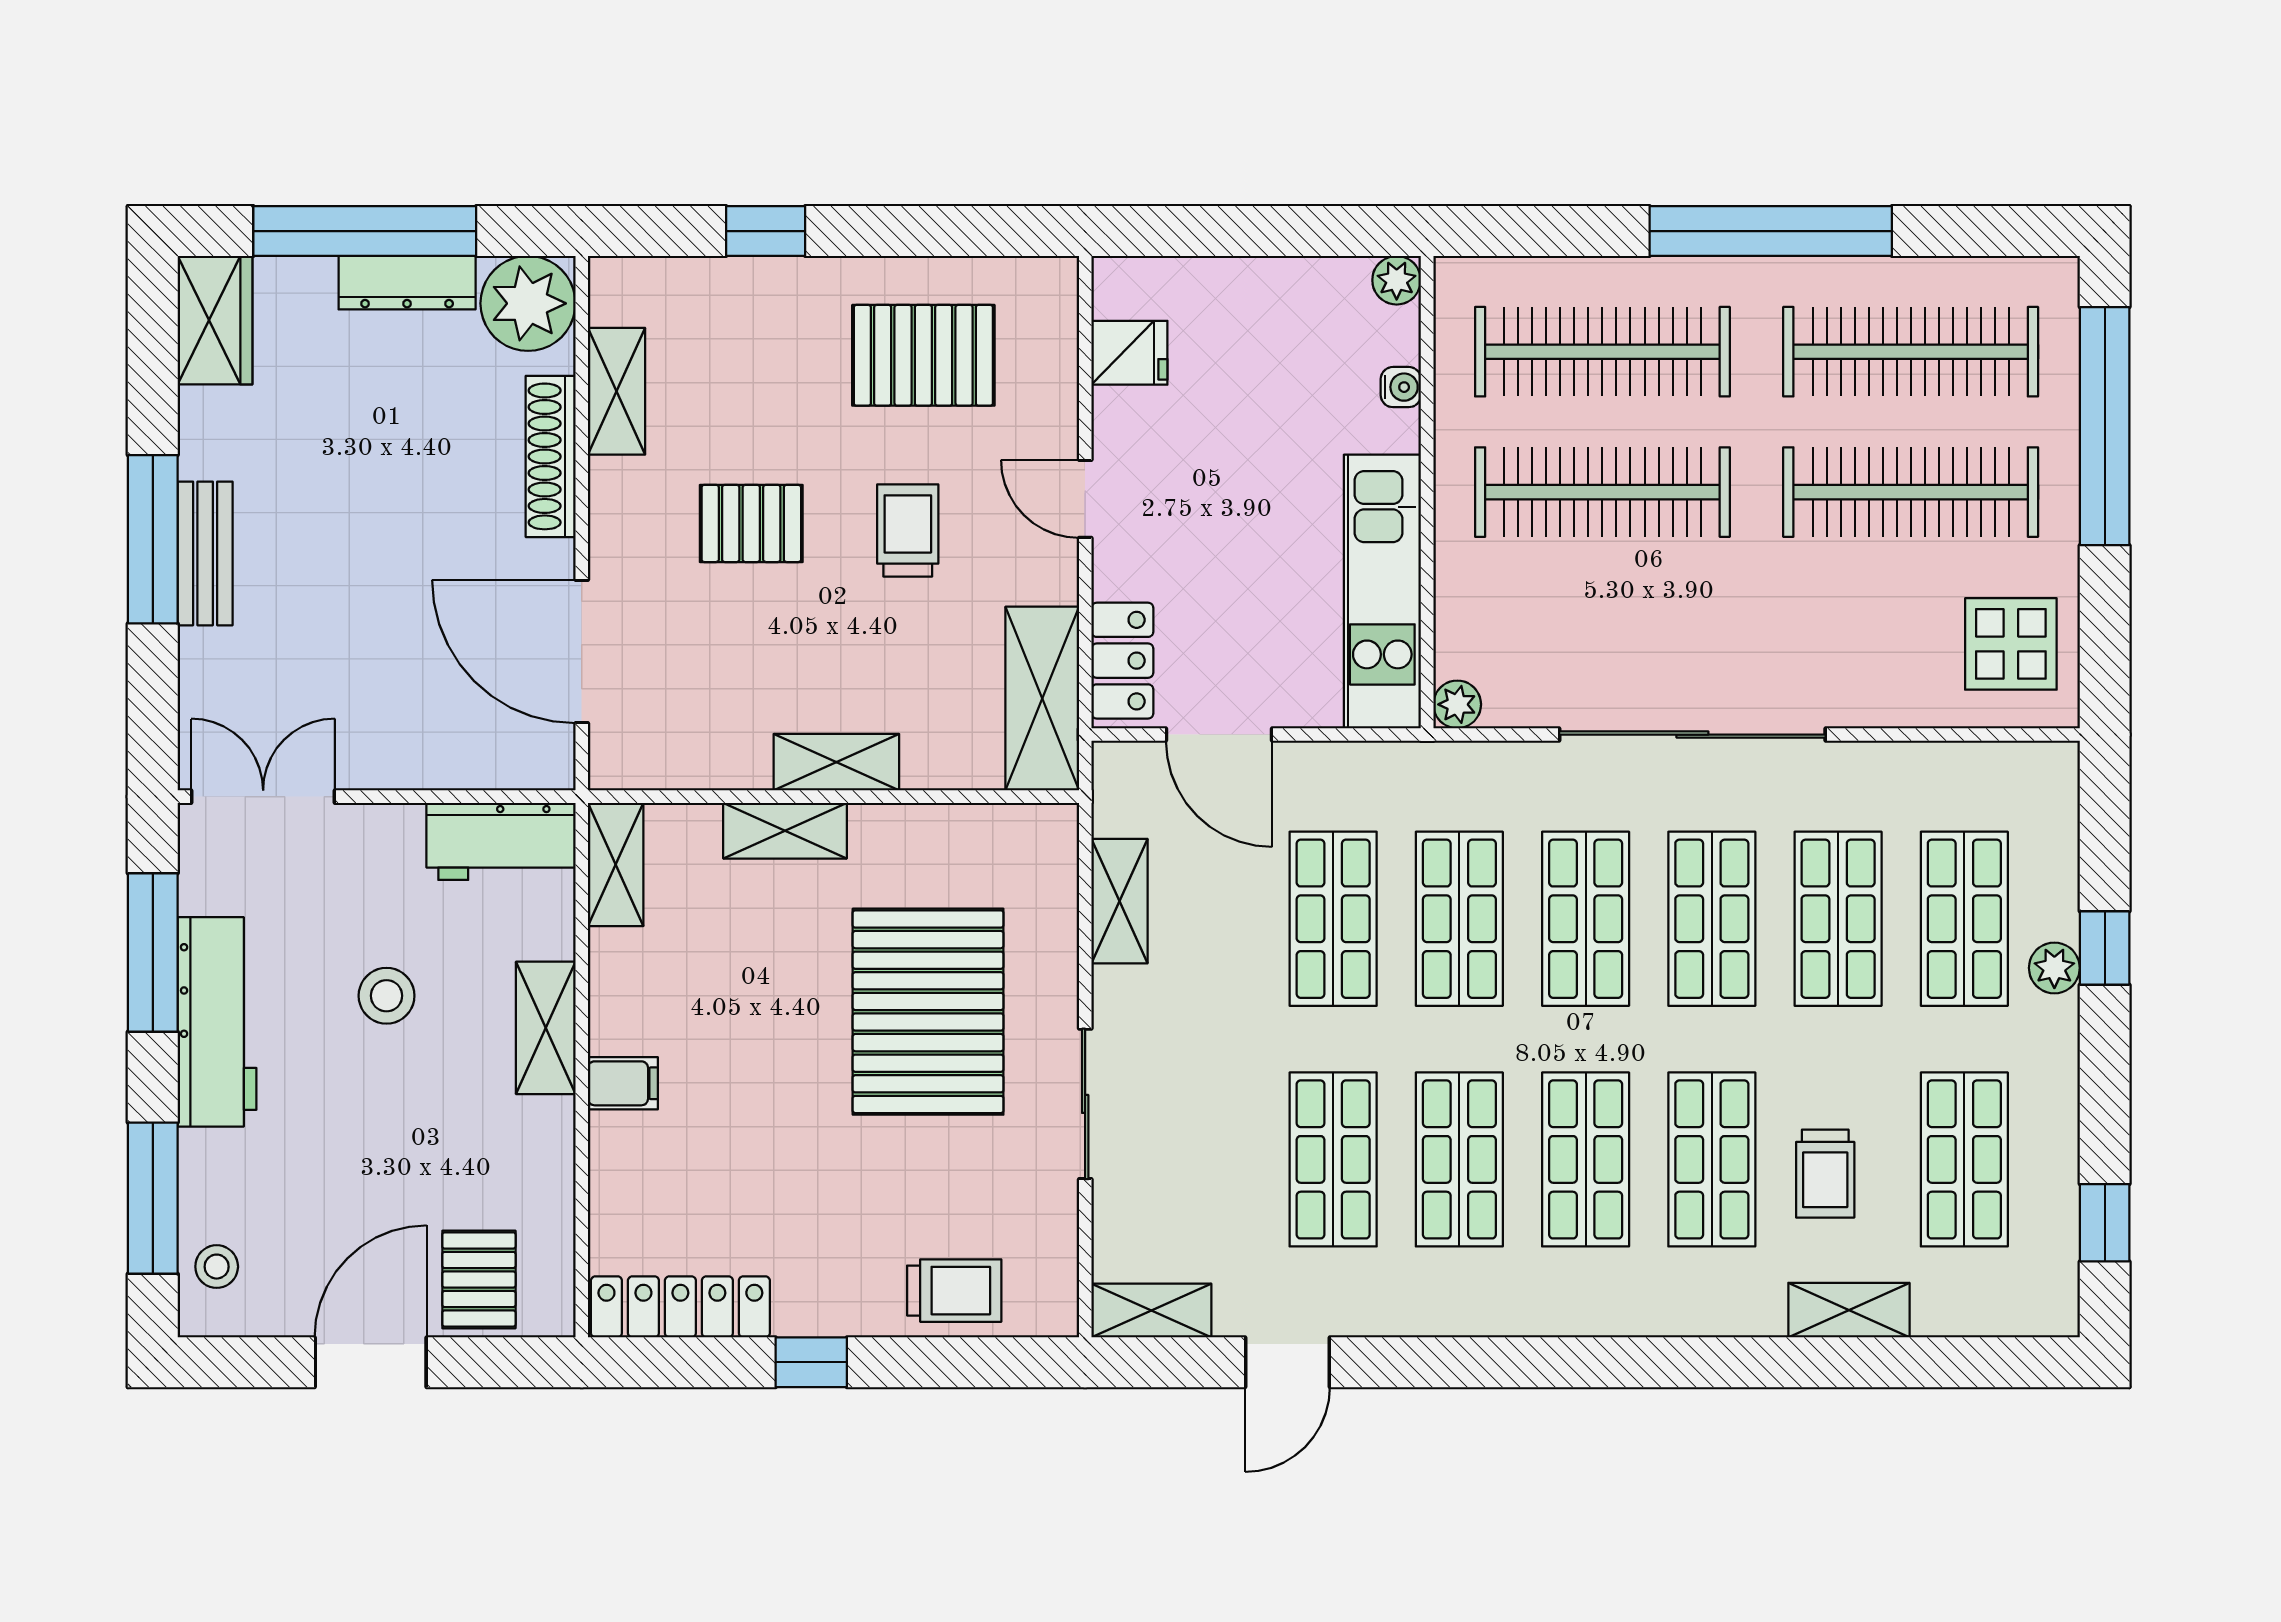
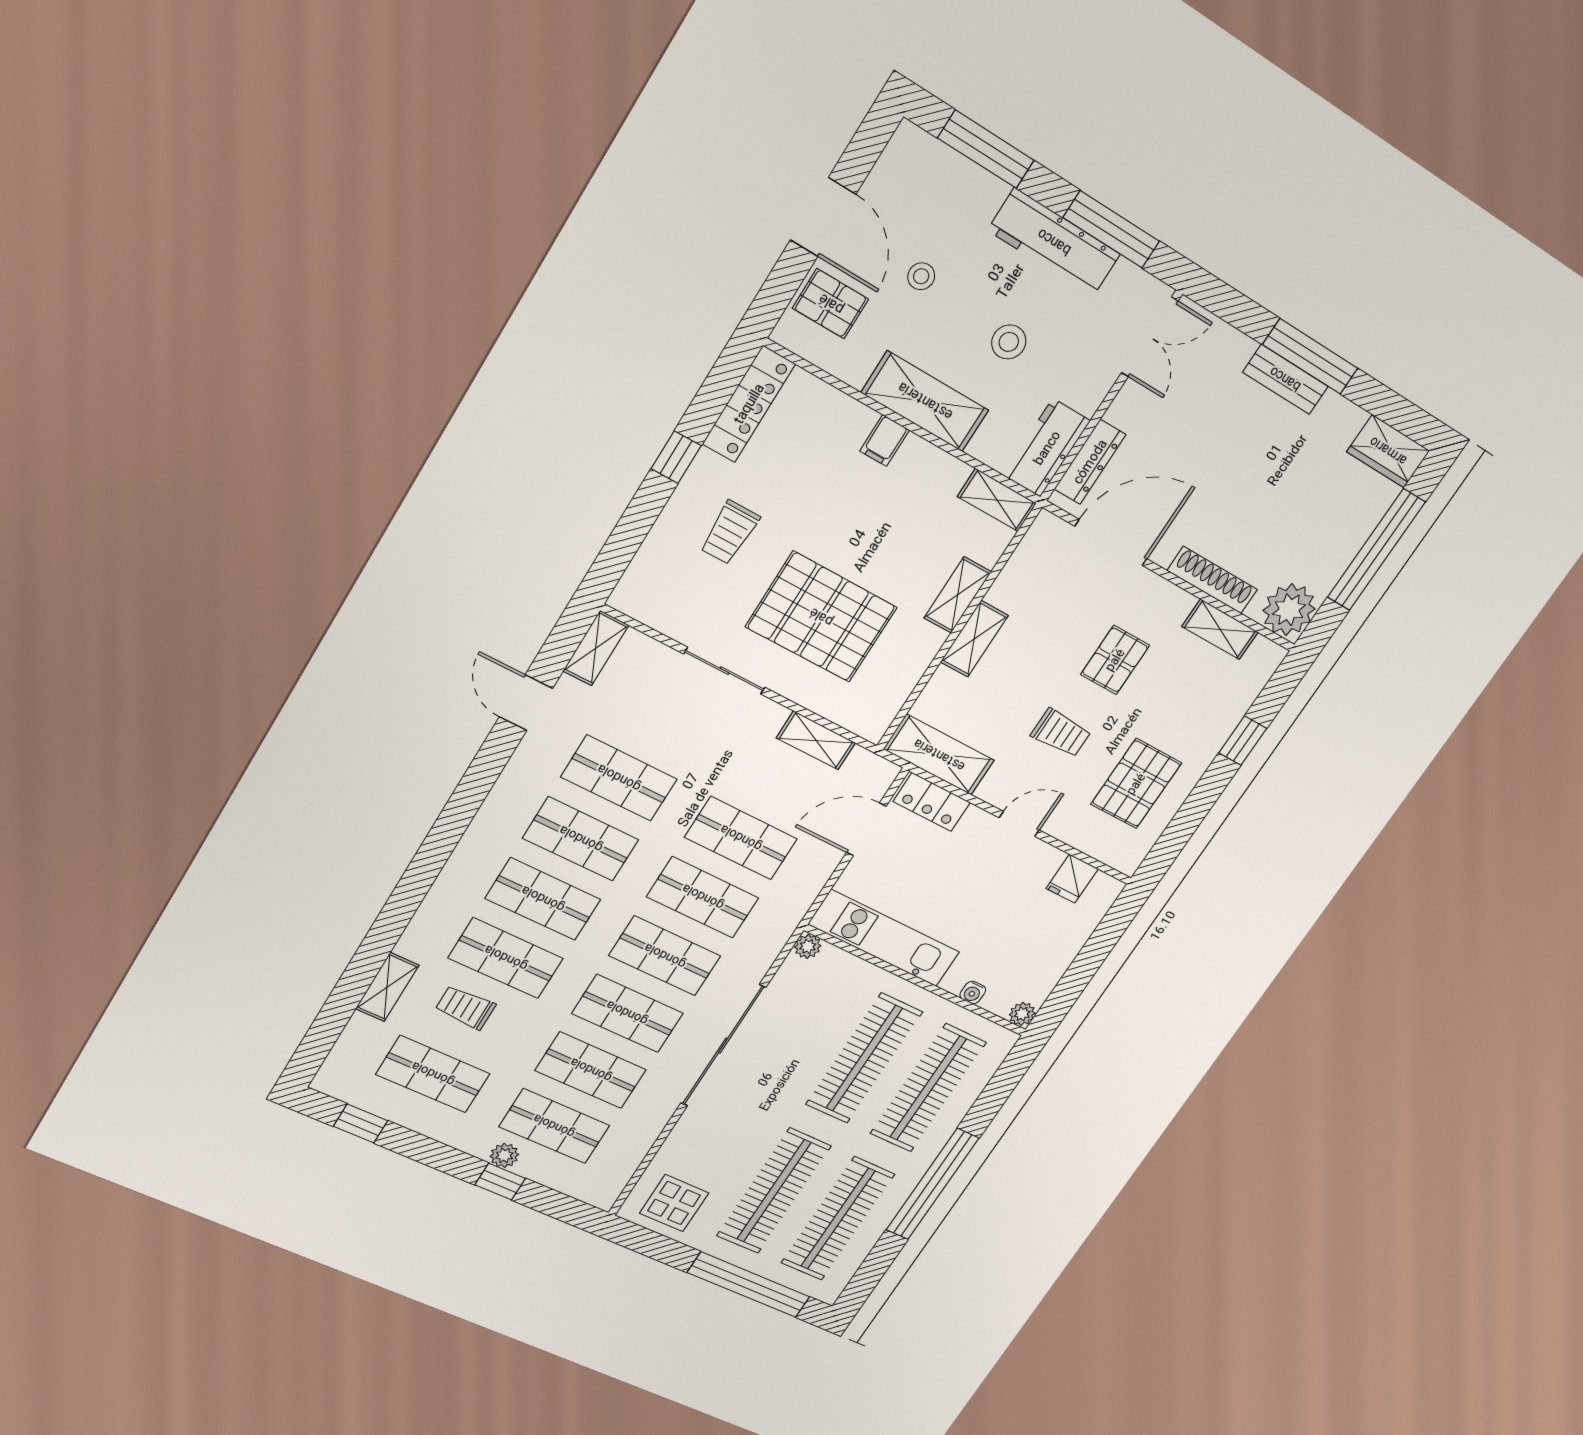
dresser: (407, 283) -> (1090, 462), moved, turned 180
shelving: (546, 1028) -> (925, 401), width x1.50, depth x1.33
stool: (217, 1267) -> (921, 276), moved
trolley: (954, 1291) -> (730, 532), moved

